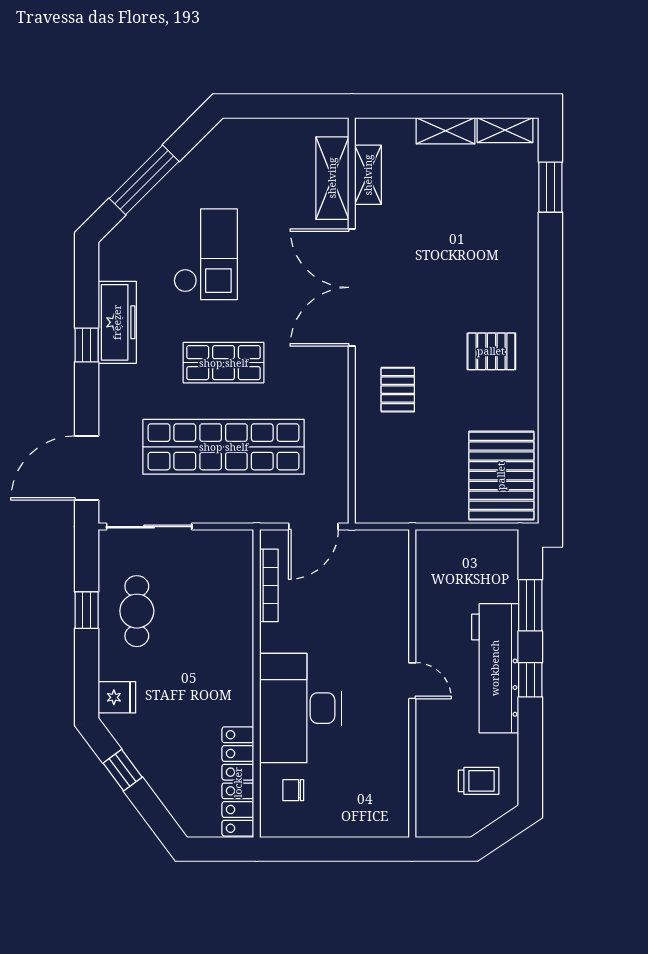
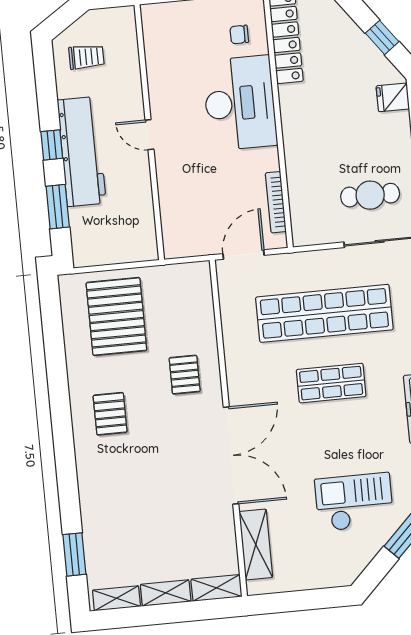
shelving: (368, 175) -> (216, 588), moved, turned 90
checkout: (206, 254) -> (354, 502), moved, turned 90
pallet: (491, 351) -> (110, 414), turned 90
pallet: (501, 476) -> (116, 316), moved
cafe table: (137, 611) -> (370, 195), moved, turned 90
trolley: (479, 781) -> (86, 57), turned 180
chair: (293, 790) -> (239, 34), turned 180

